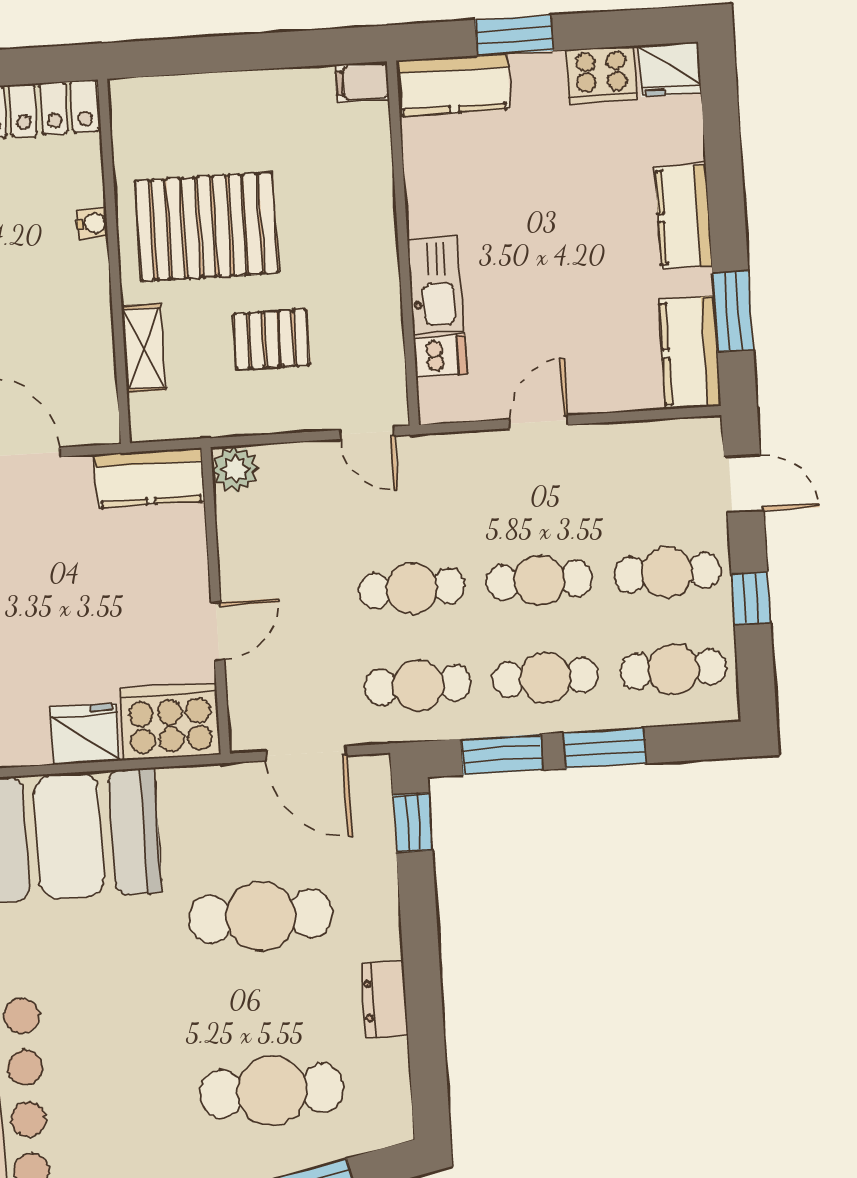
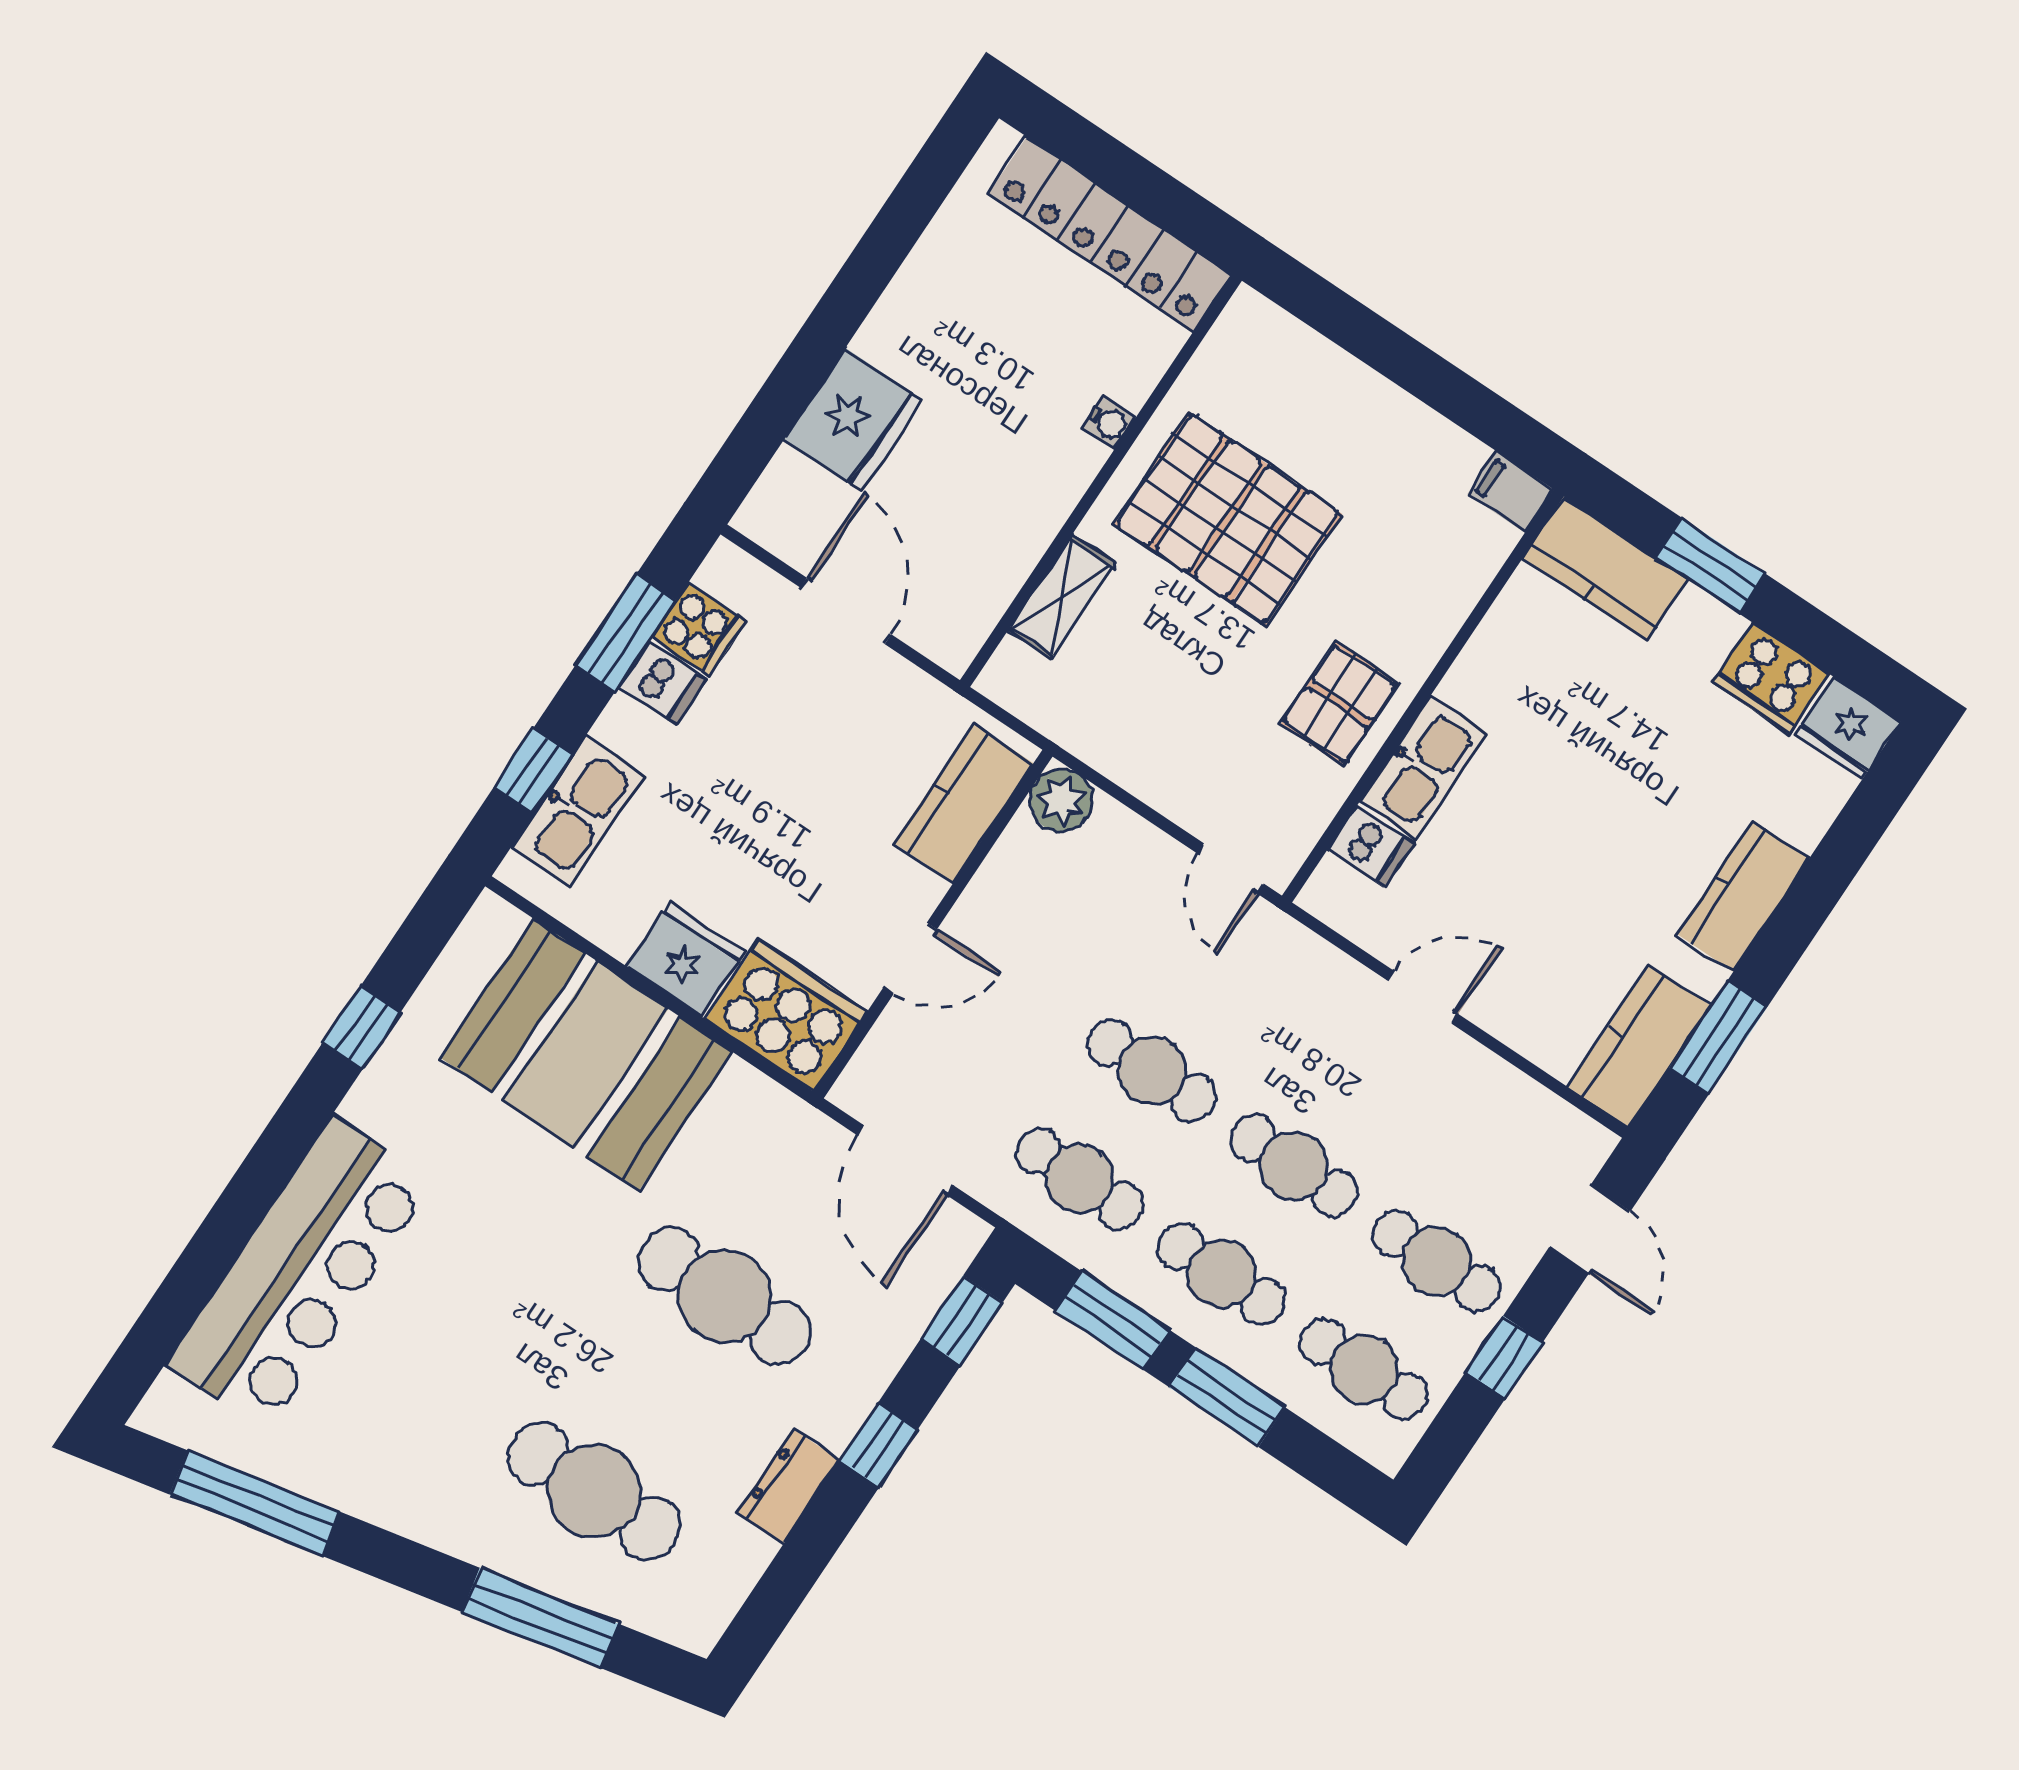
pallet: (271, 339) -> (1340, 704), moved, turned 90
kitchen counter: (150, 478) -> (964, 803), moved, turned 90
window: (420, 934) -> (879, 1445), added

